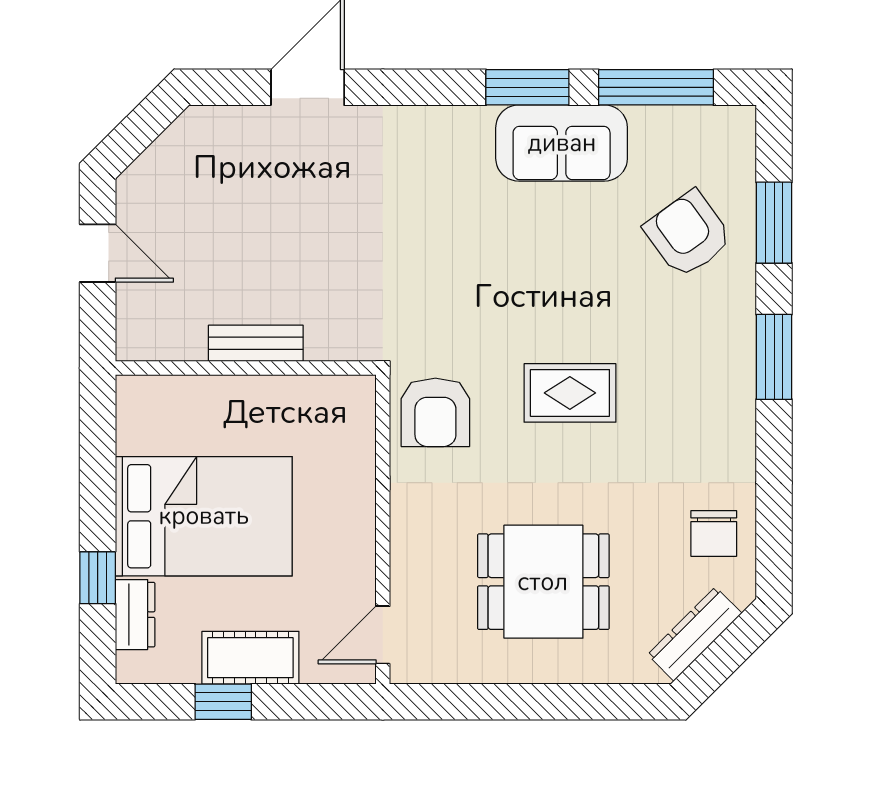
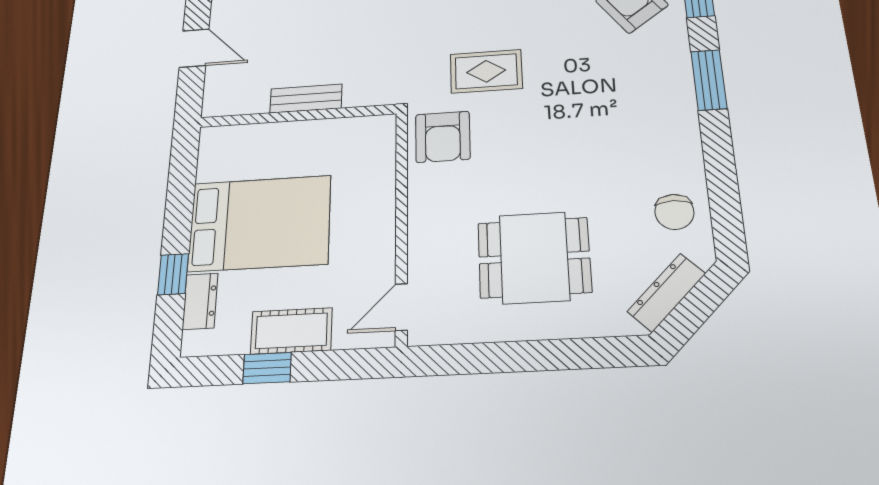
rug: (570, 393) -> (486, 71), moved

